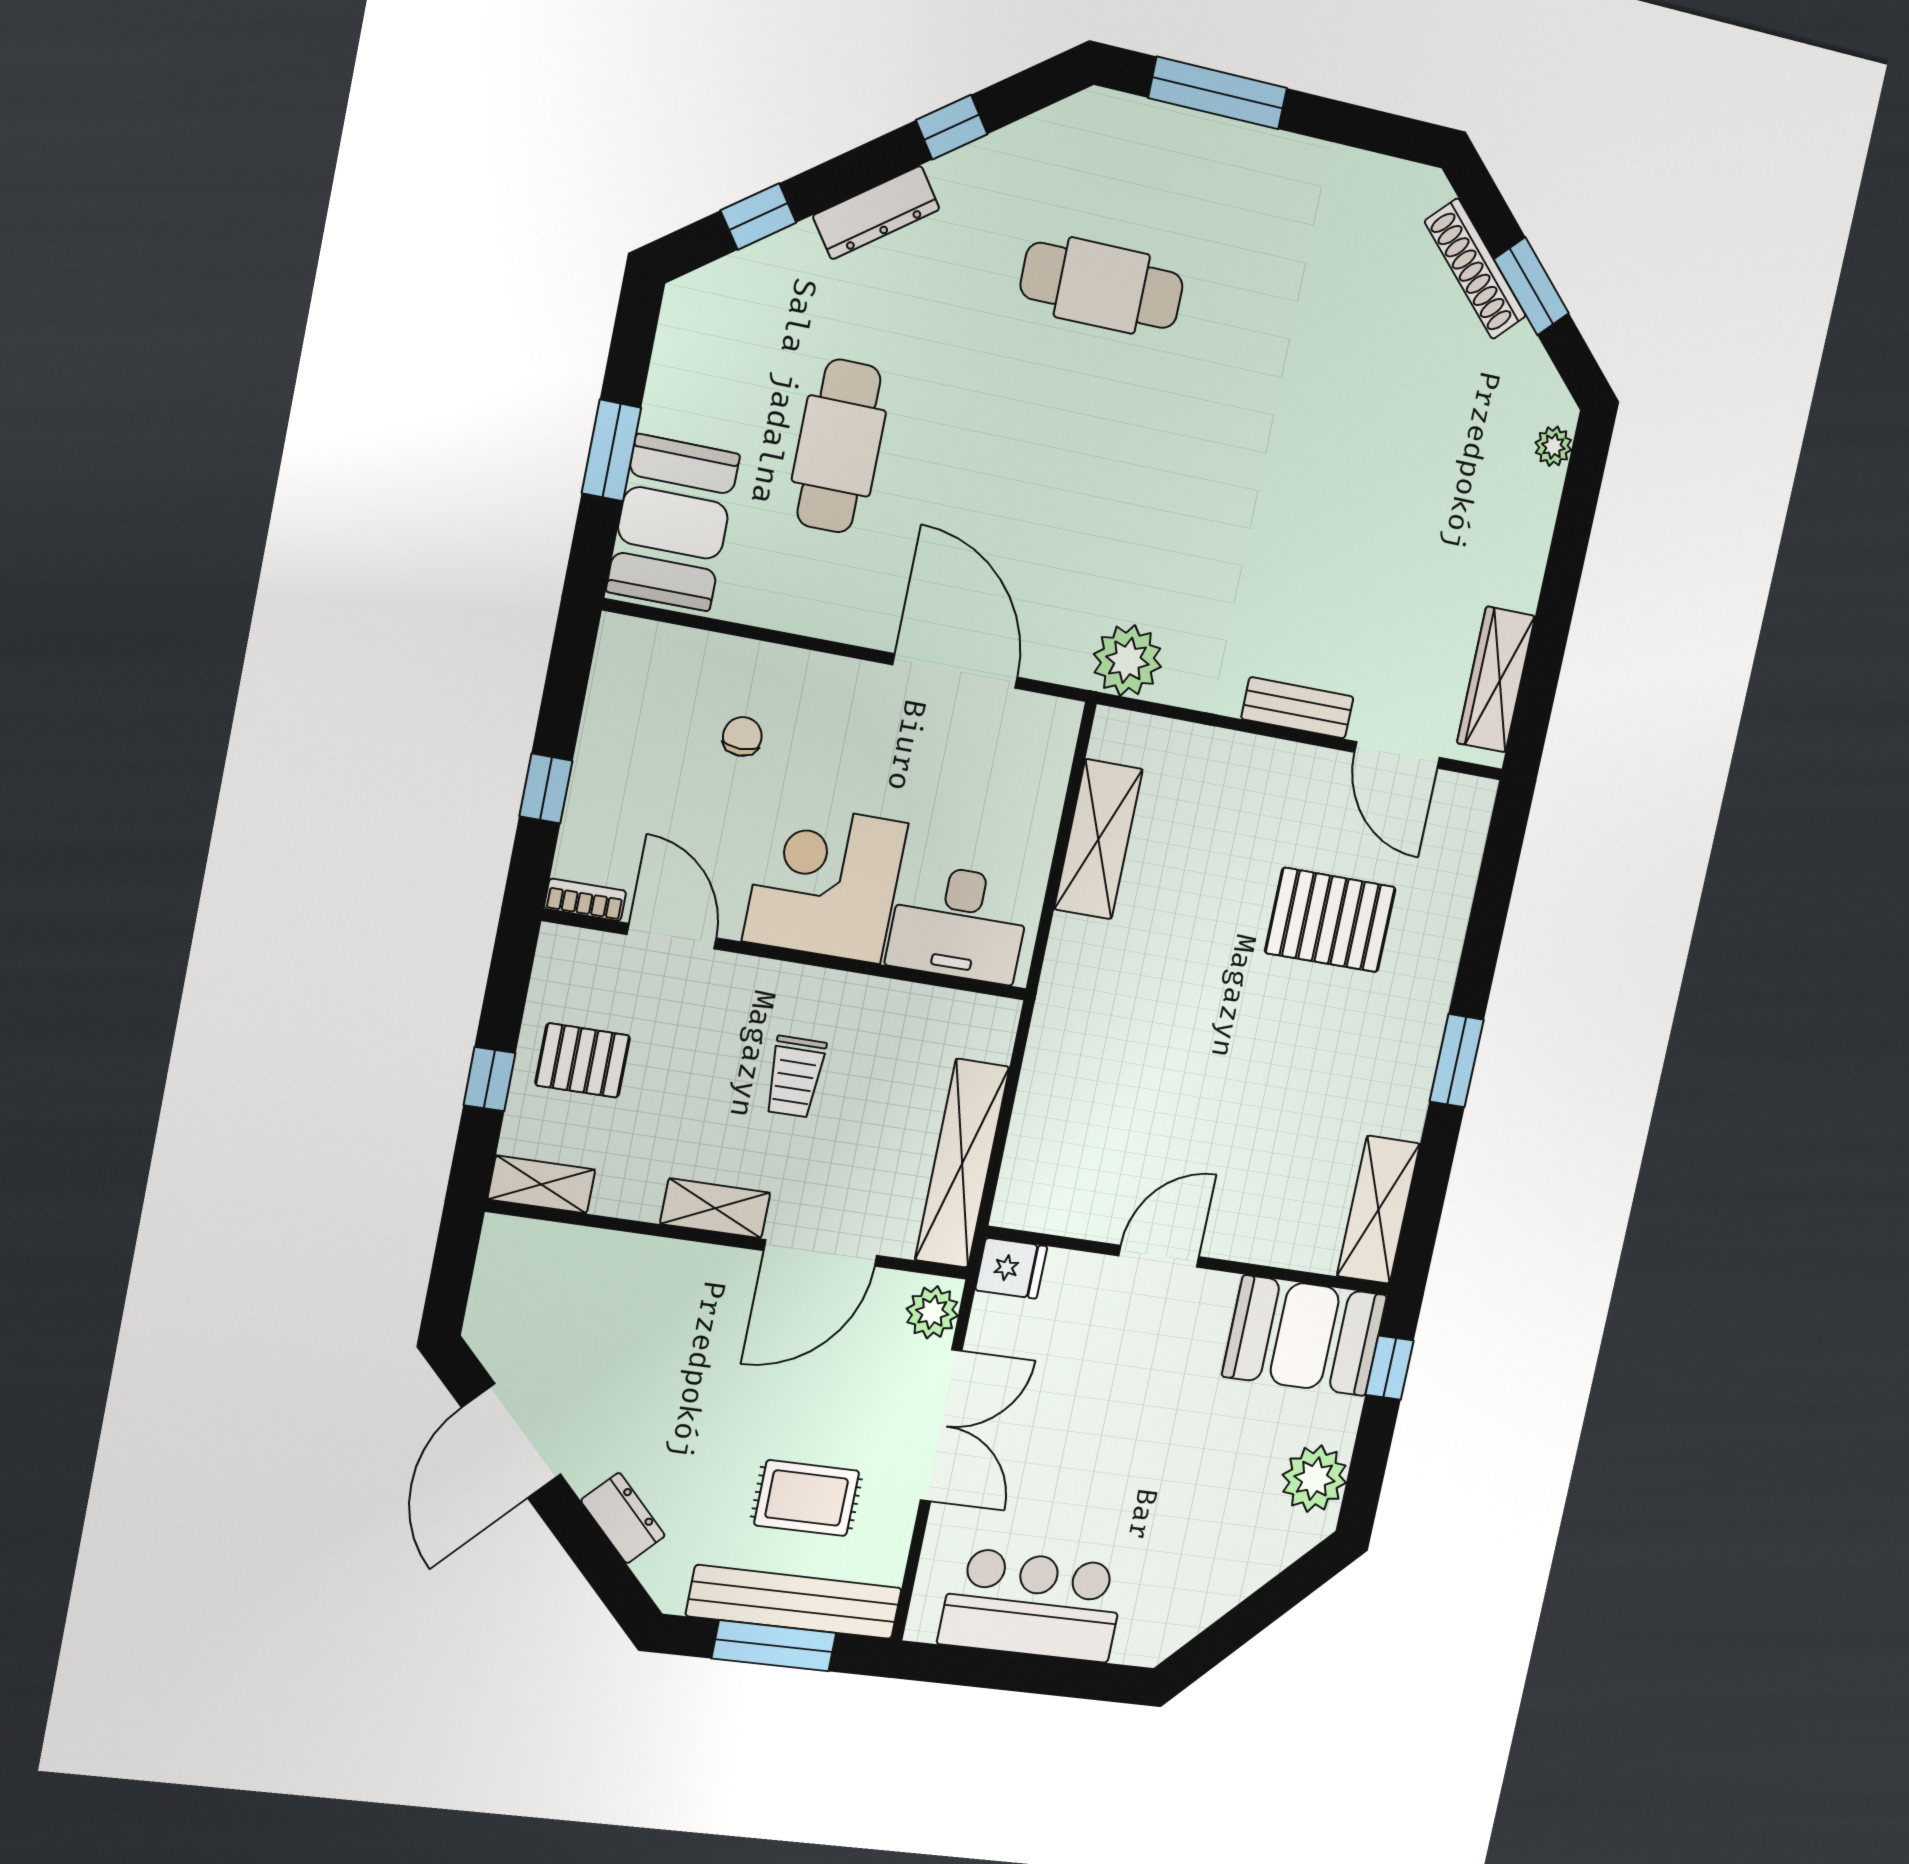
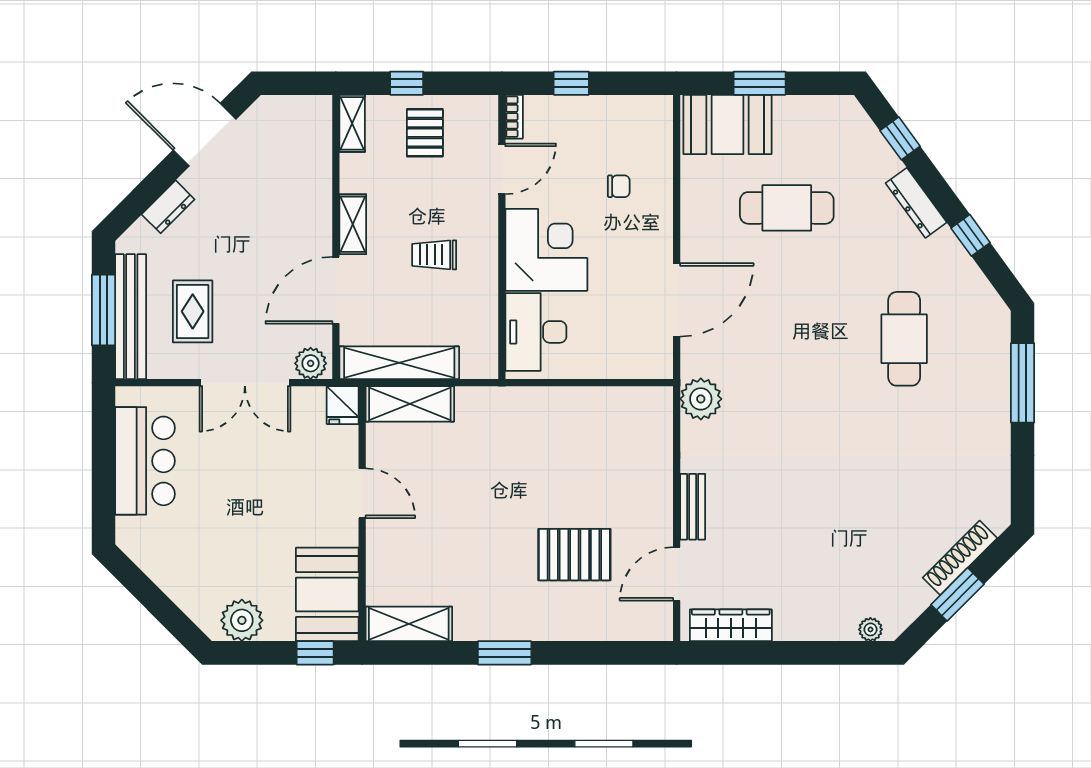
shelving: (1098, 839) -> (410, 404), moved
pallet: (1330, 920) -> (574, 555), turned 90
door: (820, 1253) -> (336, 290), hinge flipped

